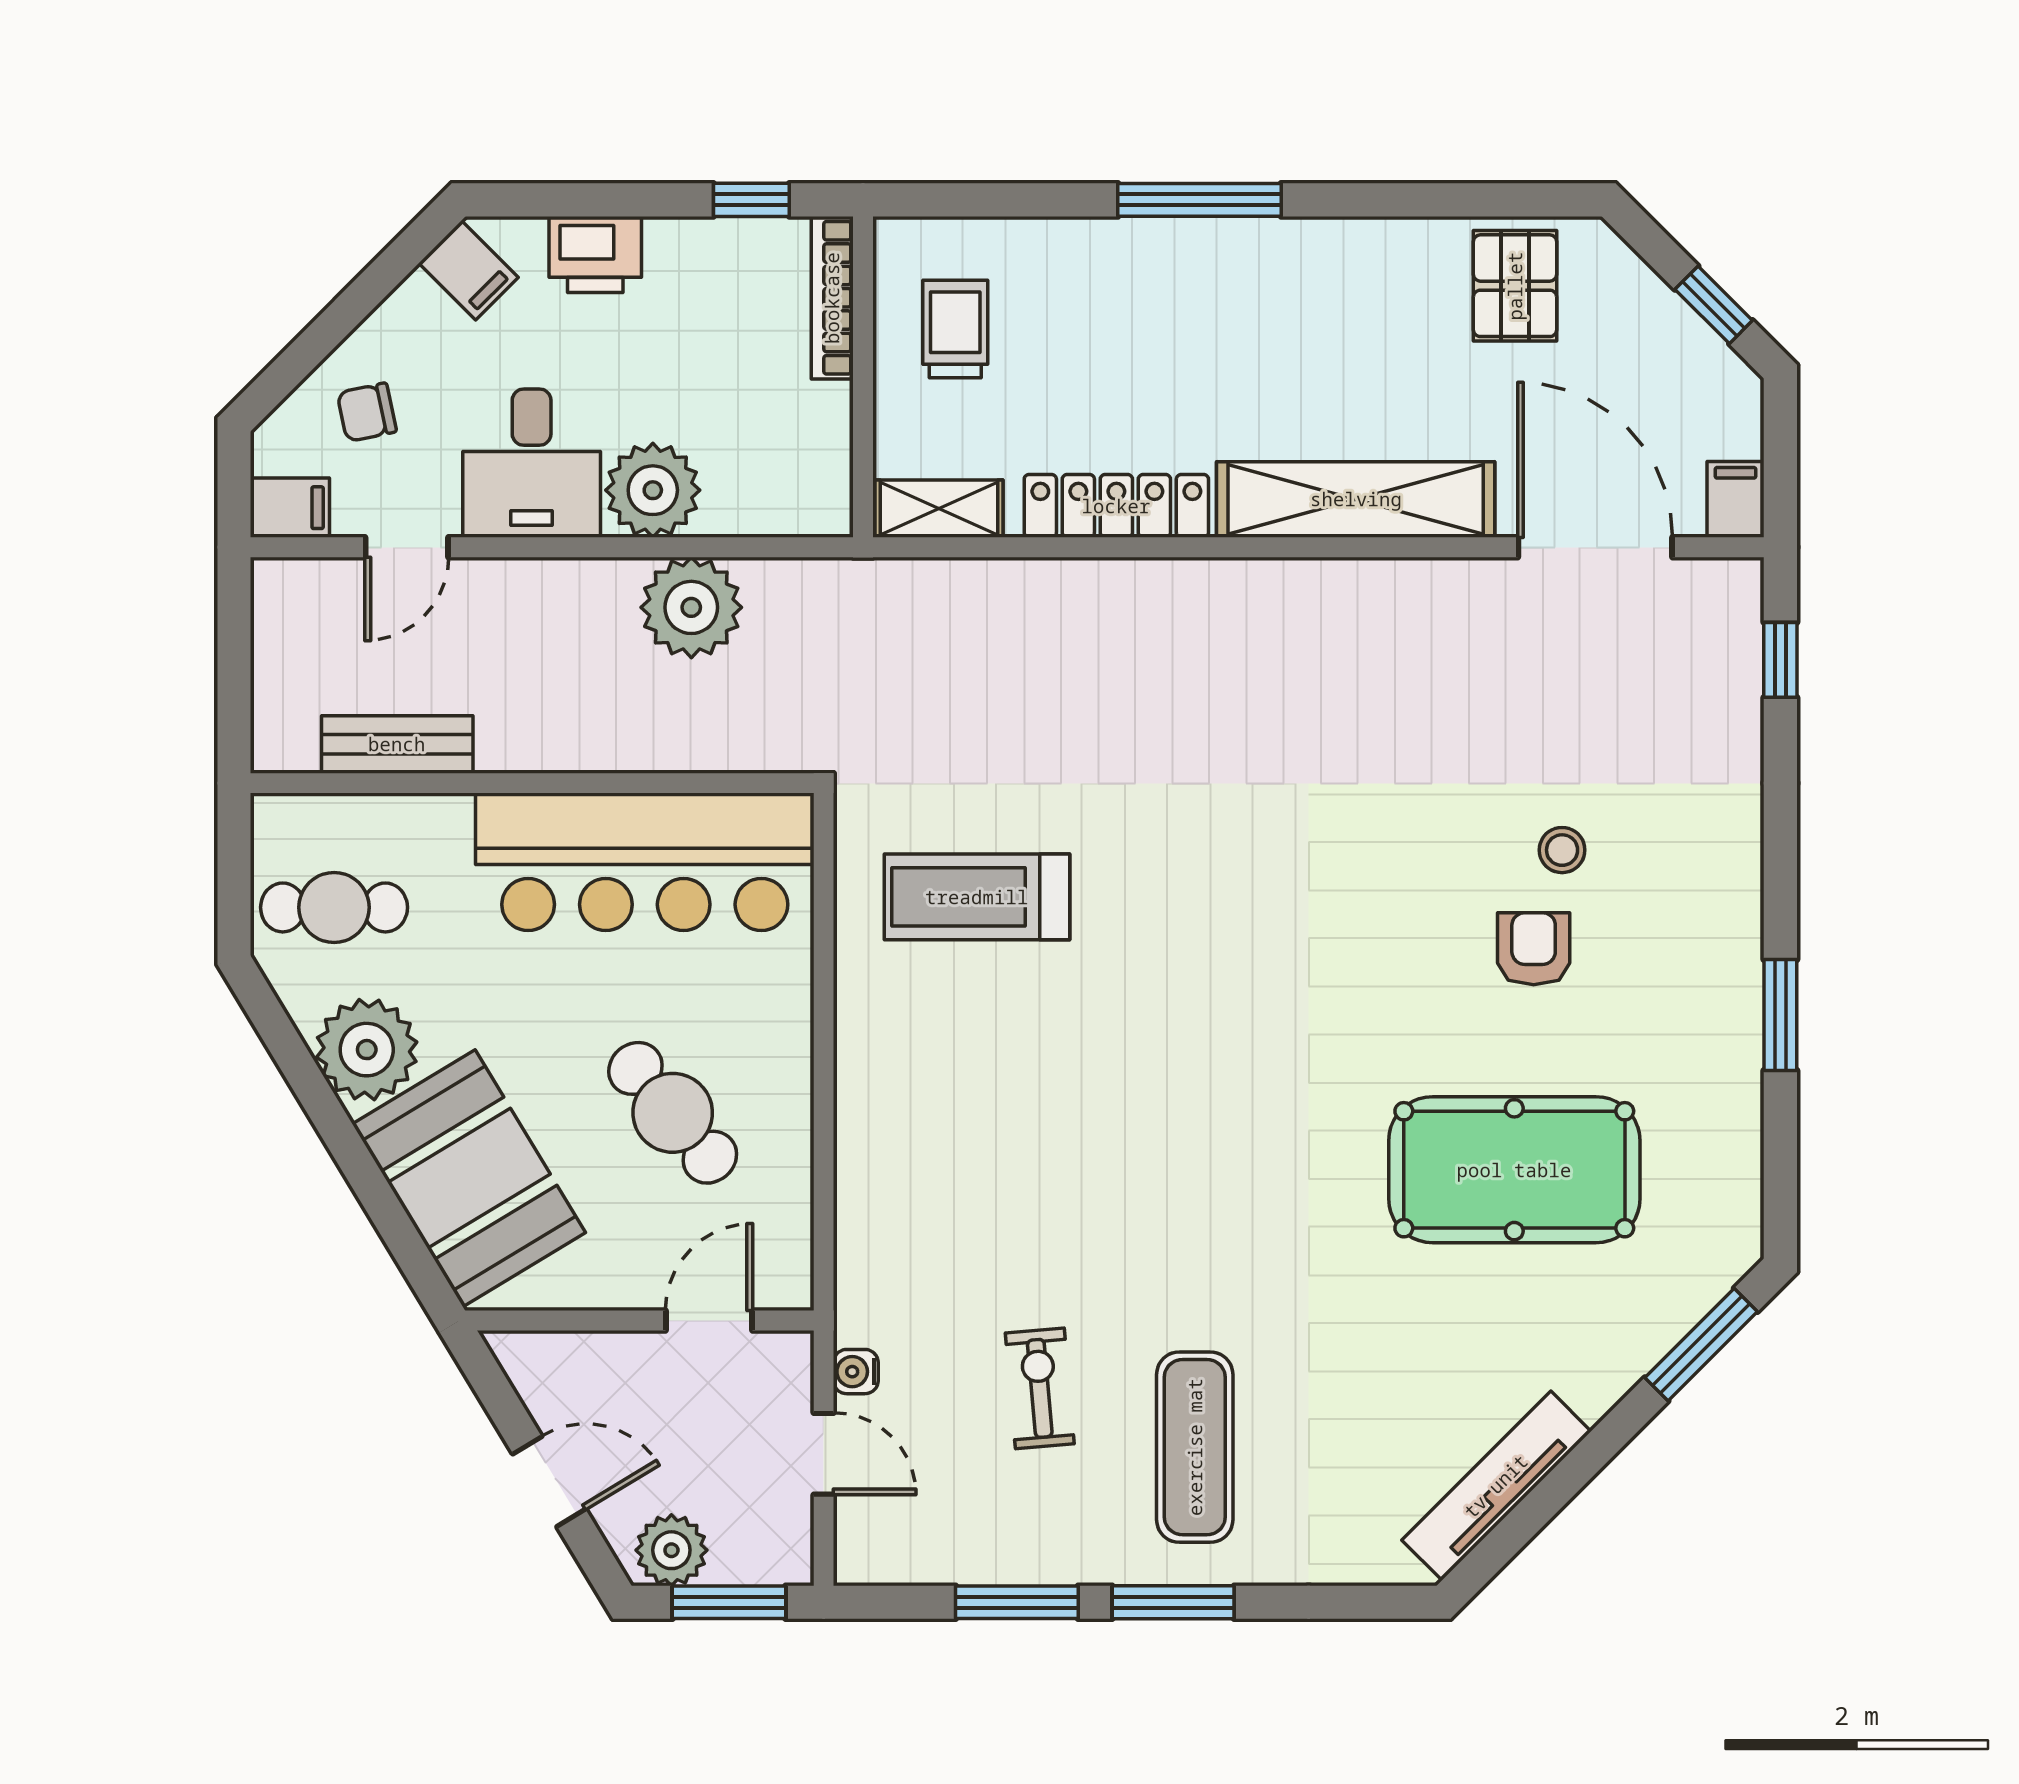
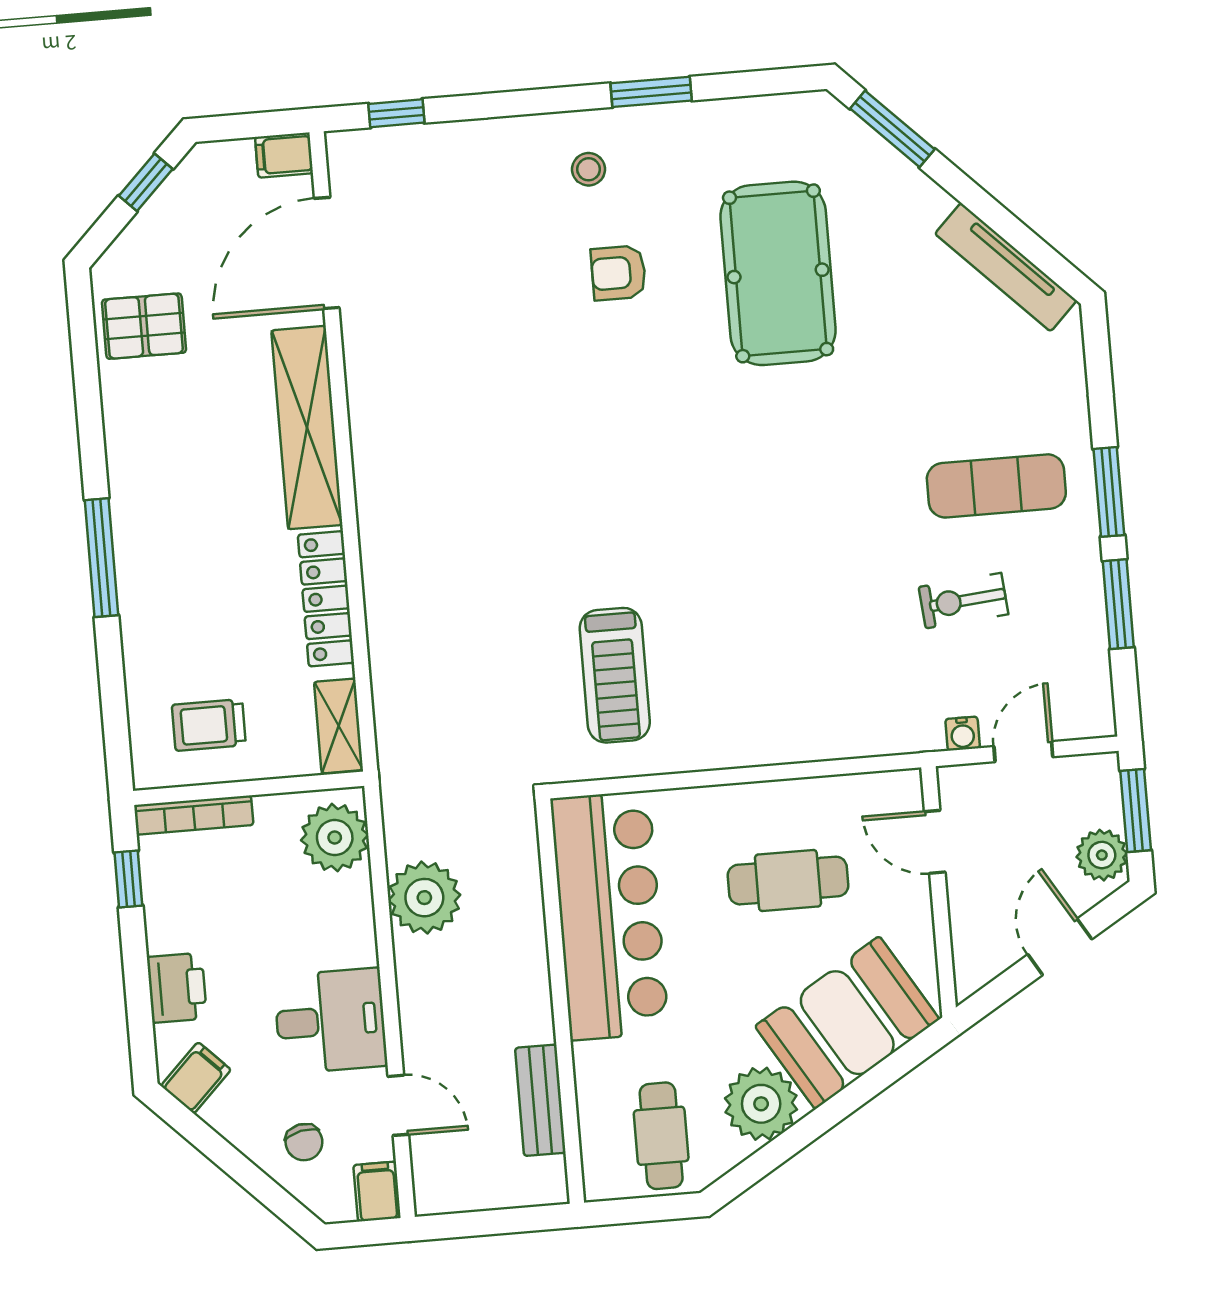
plant: (653, 490) -> (335, 838), moved
stool: (1562, 850) -> (589, 169), moved
cafe table: (673, 1113) -> (788, 881), turned 40

